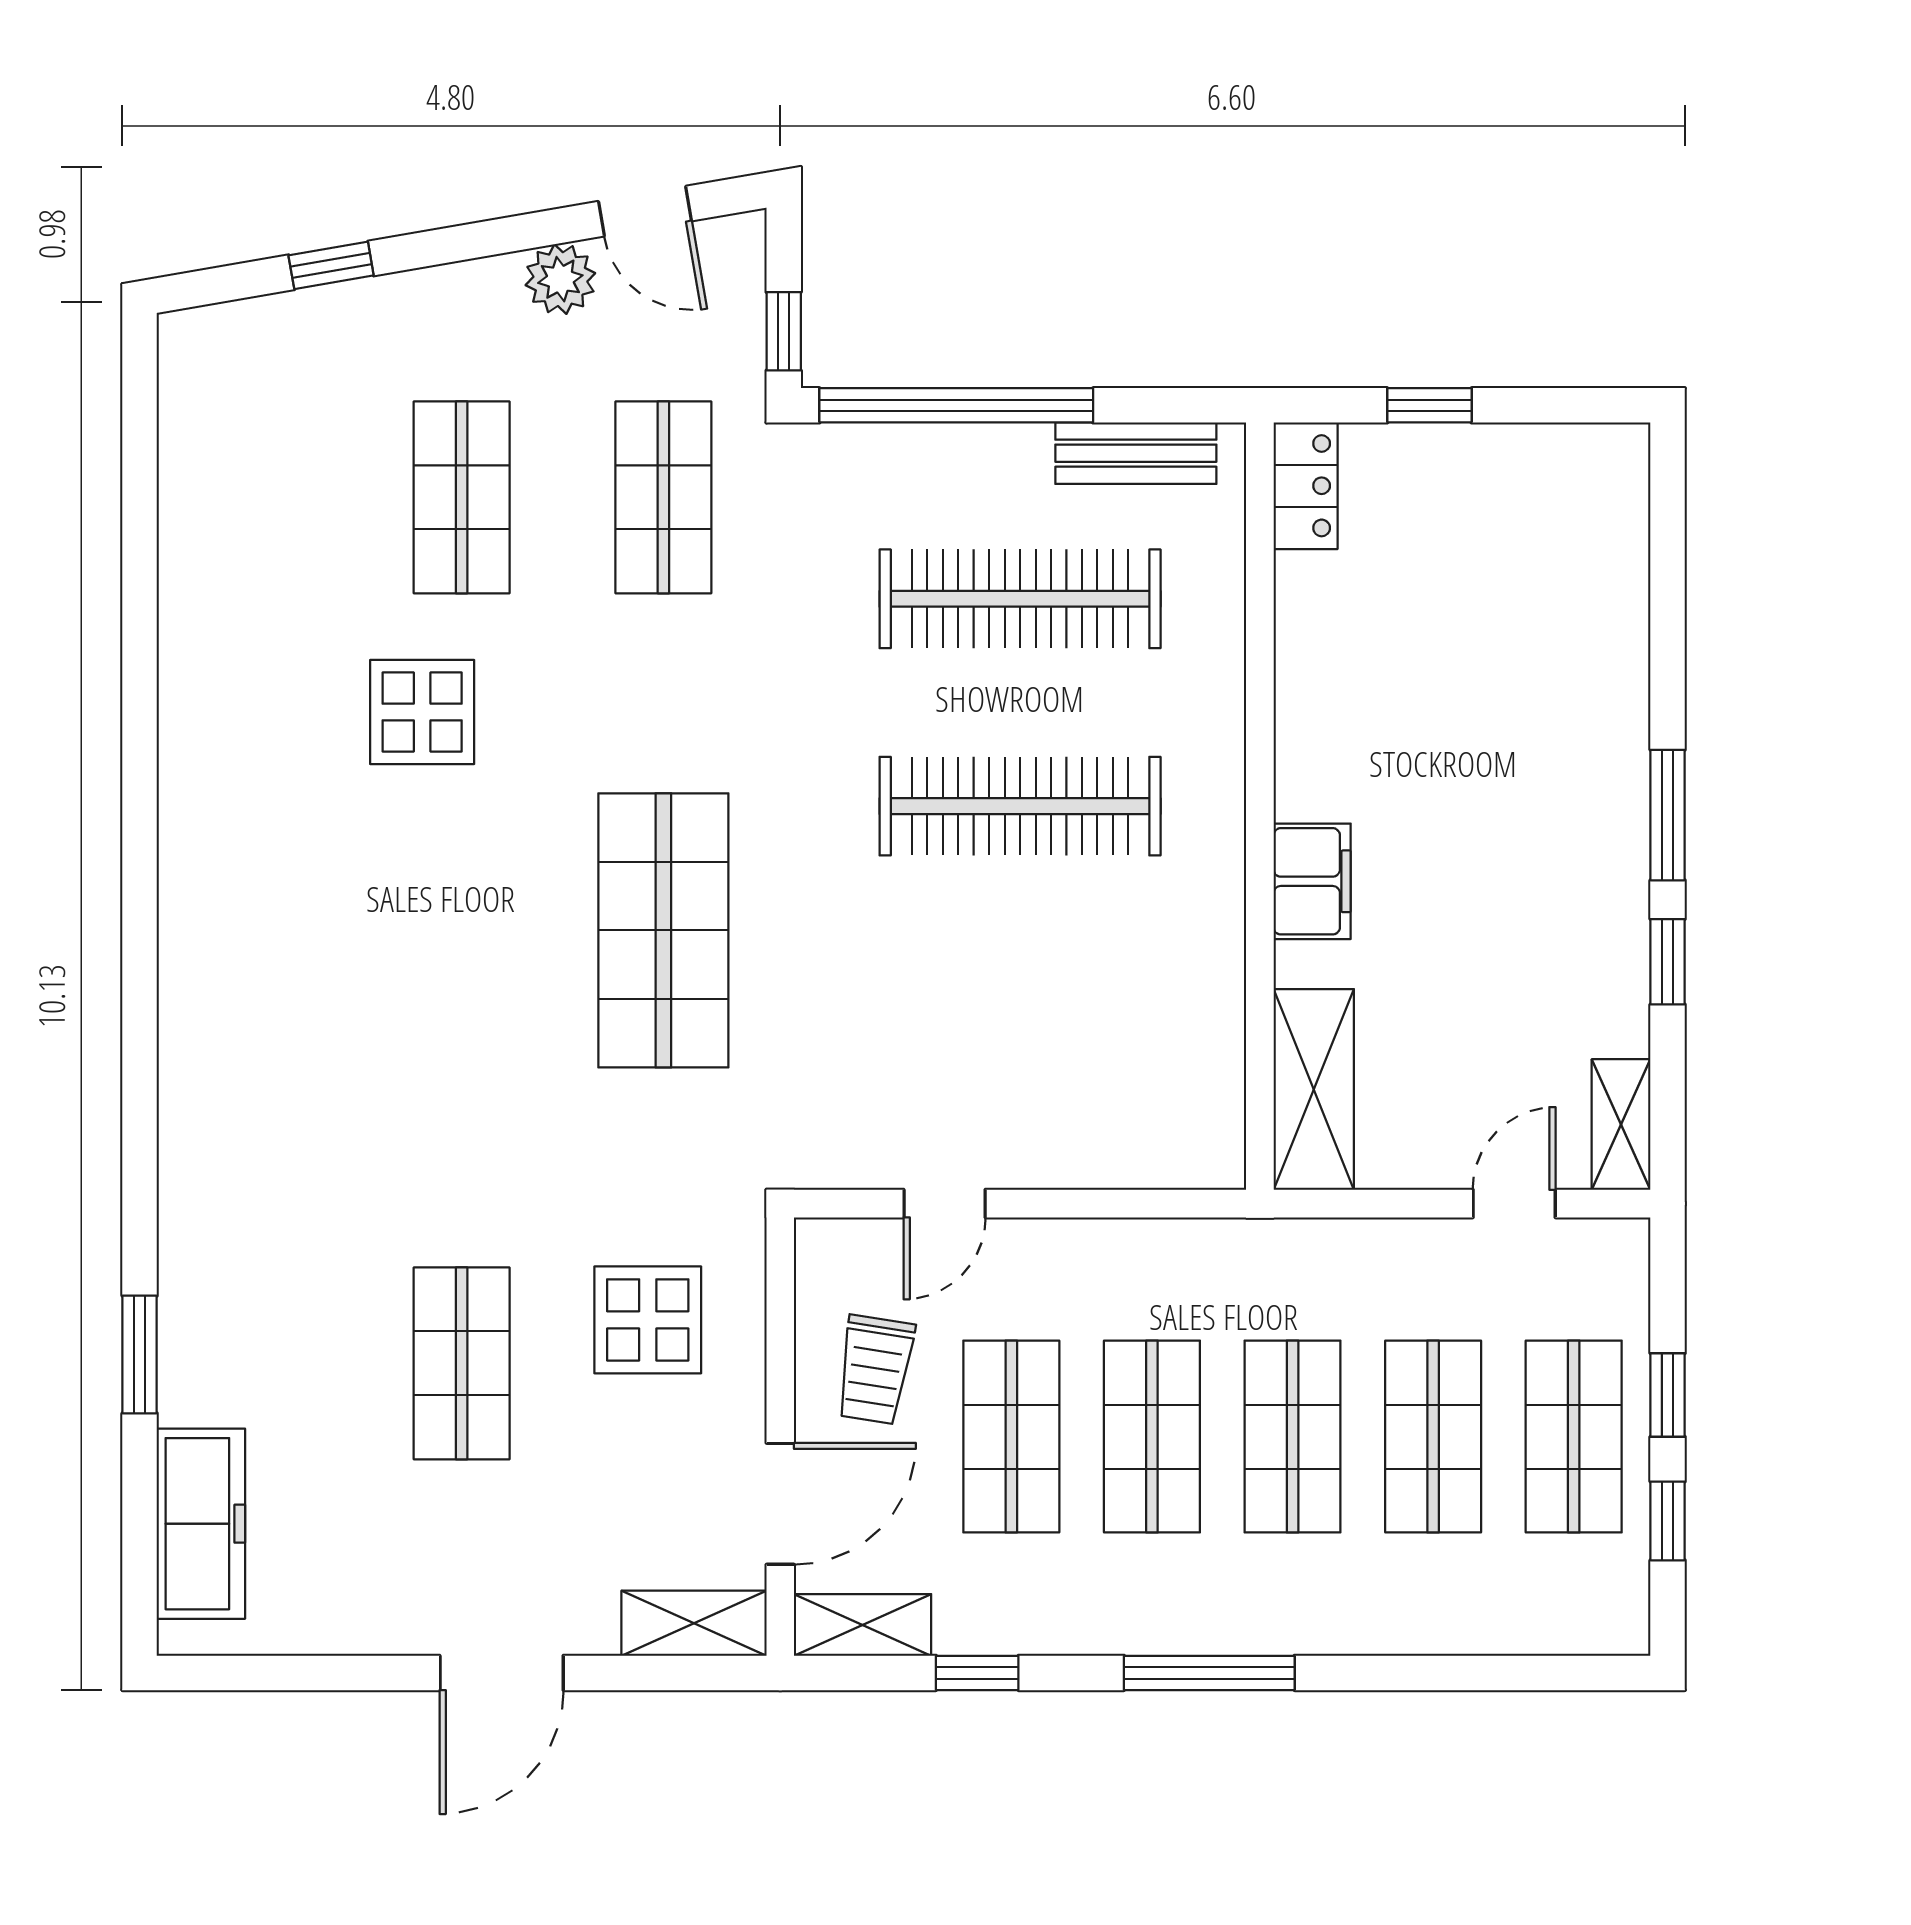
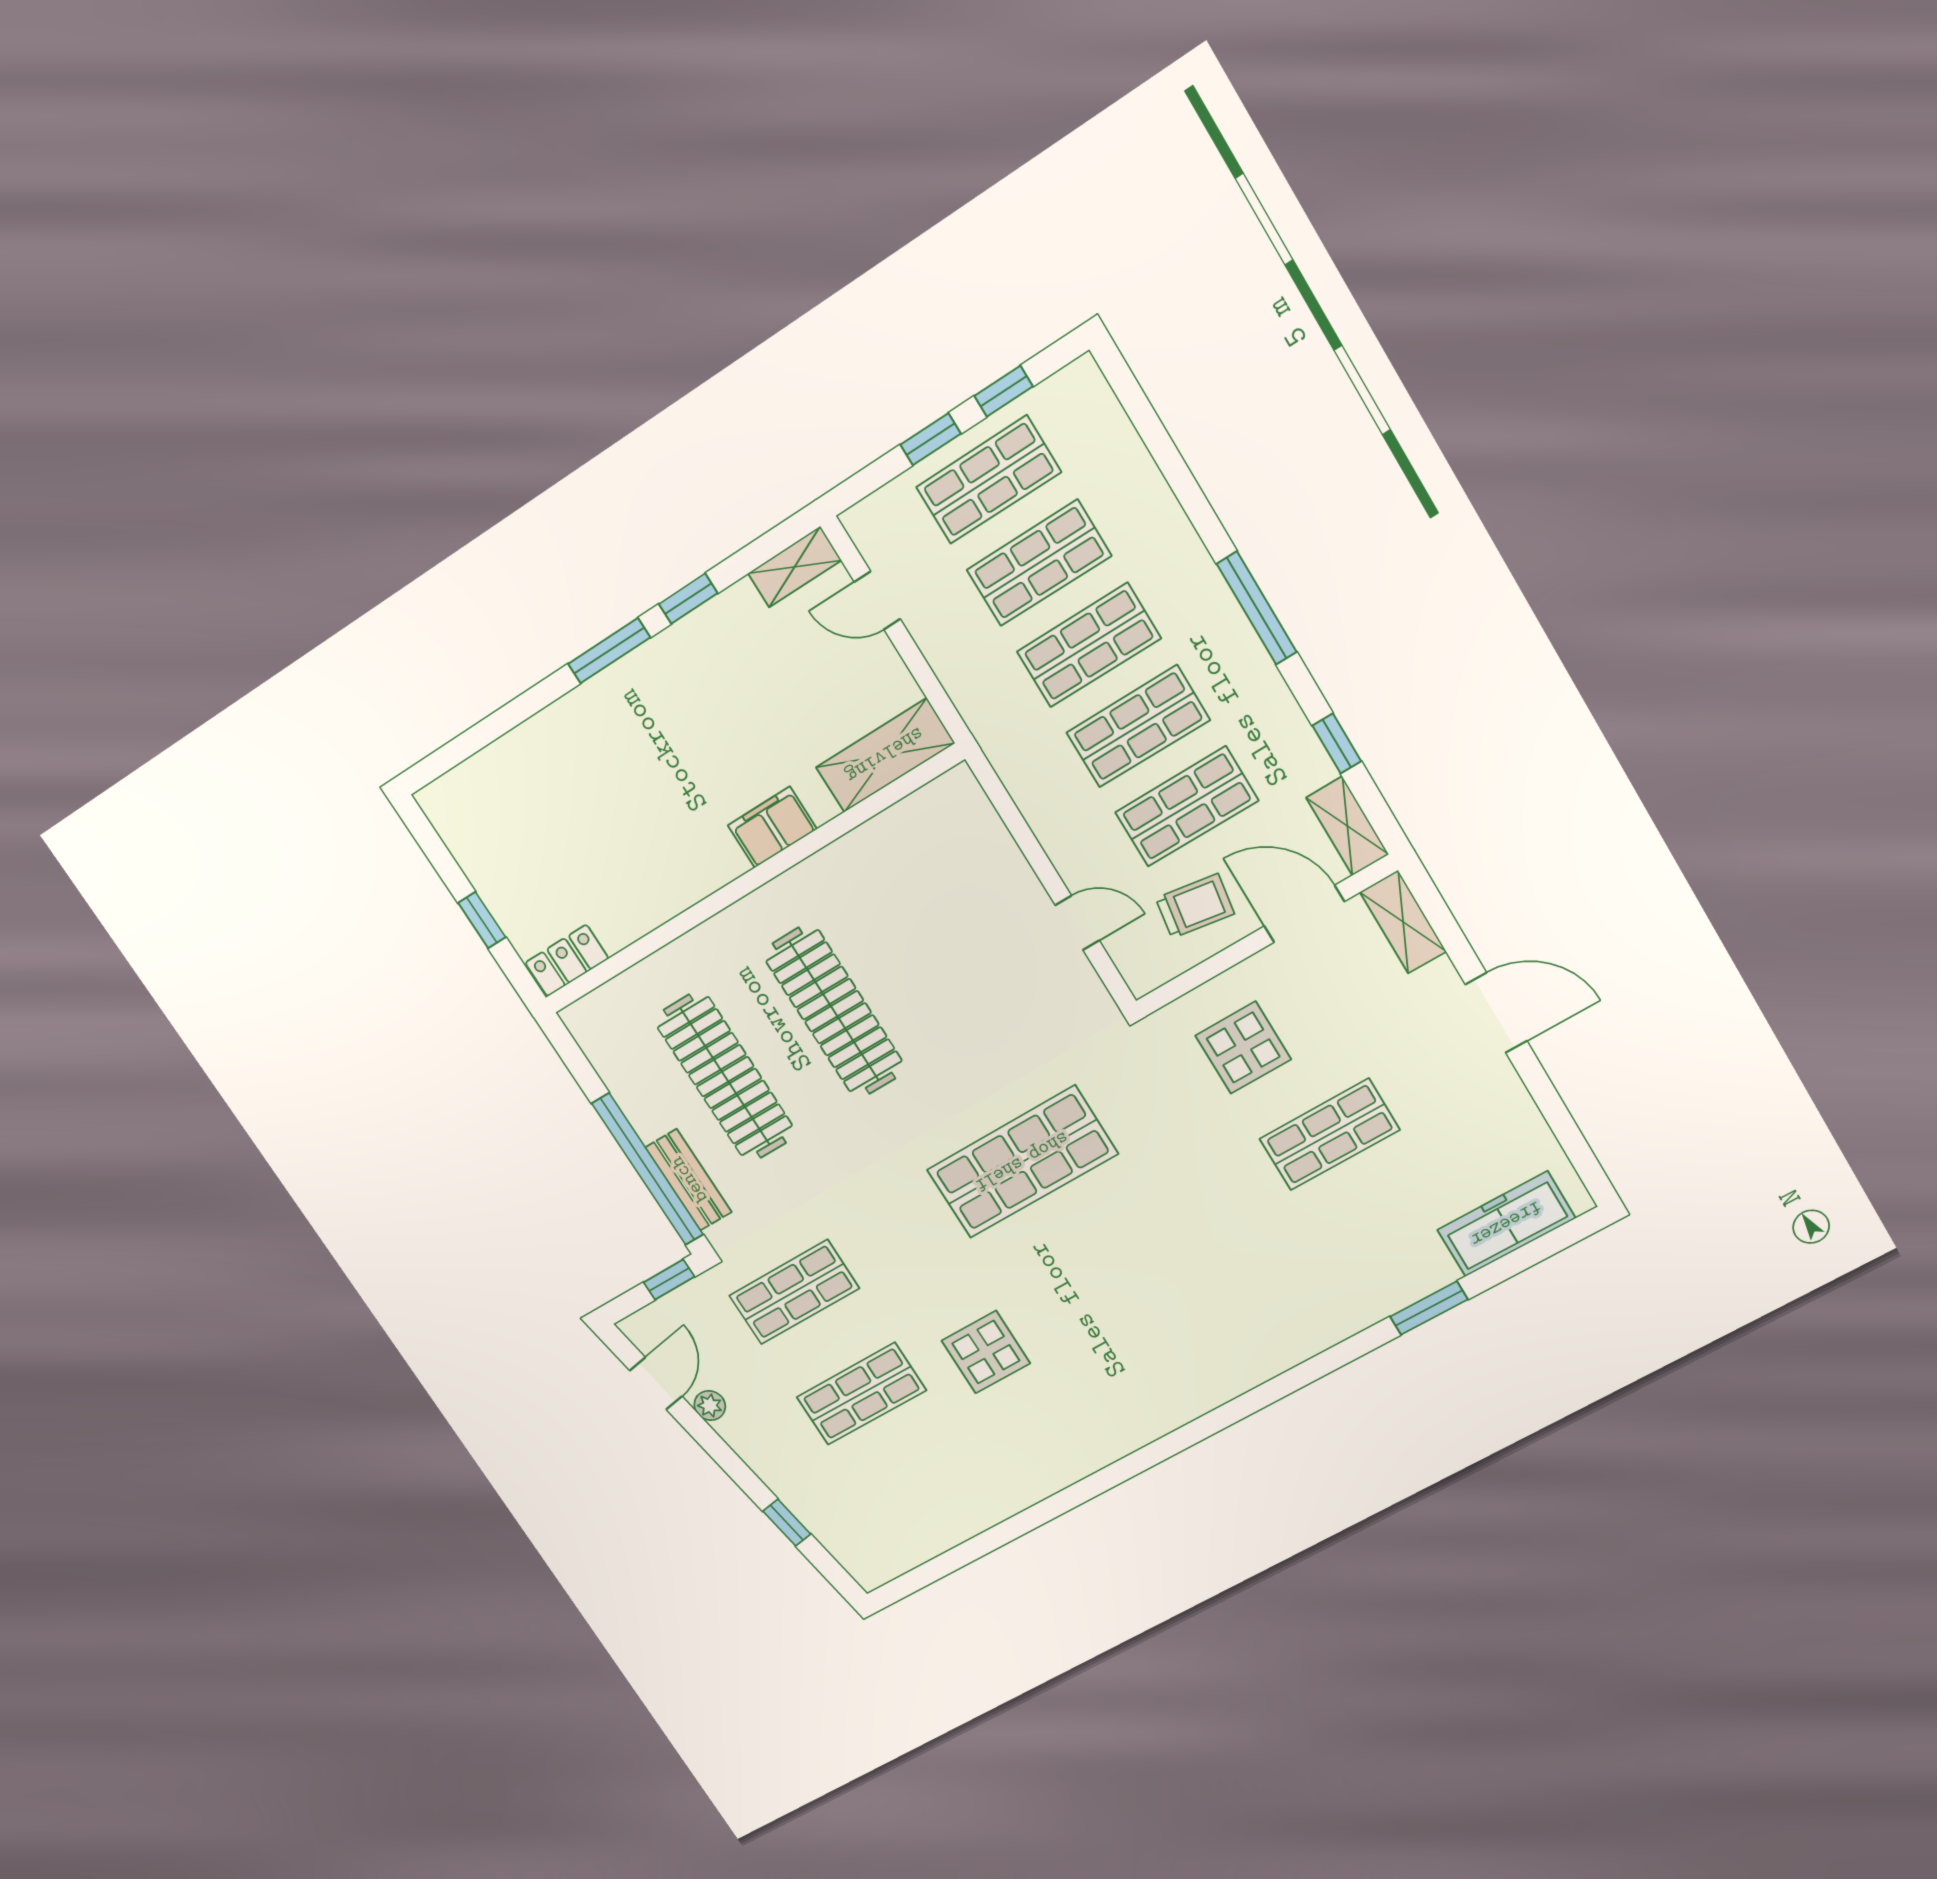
plant: (560, 279) -> (710, 1405), width x0.73, depth x0.73
bench: (1136, 453) -> (689, 1180), moved

